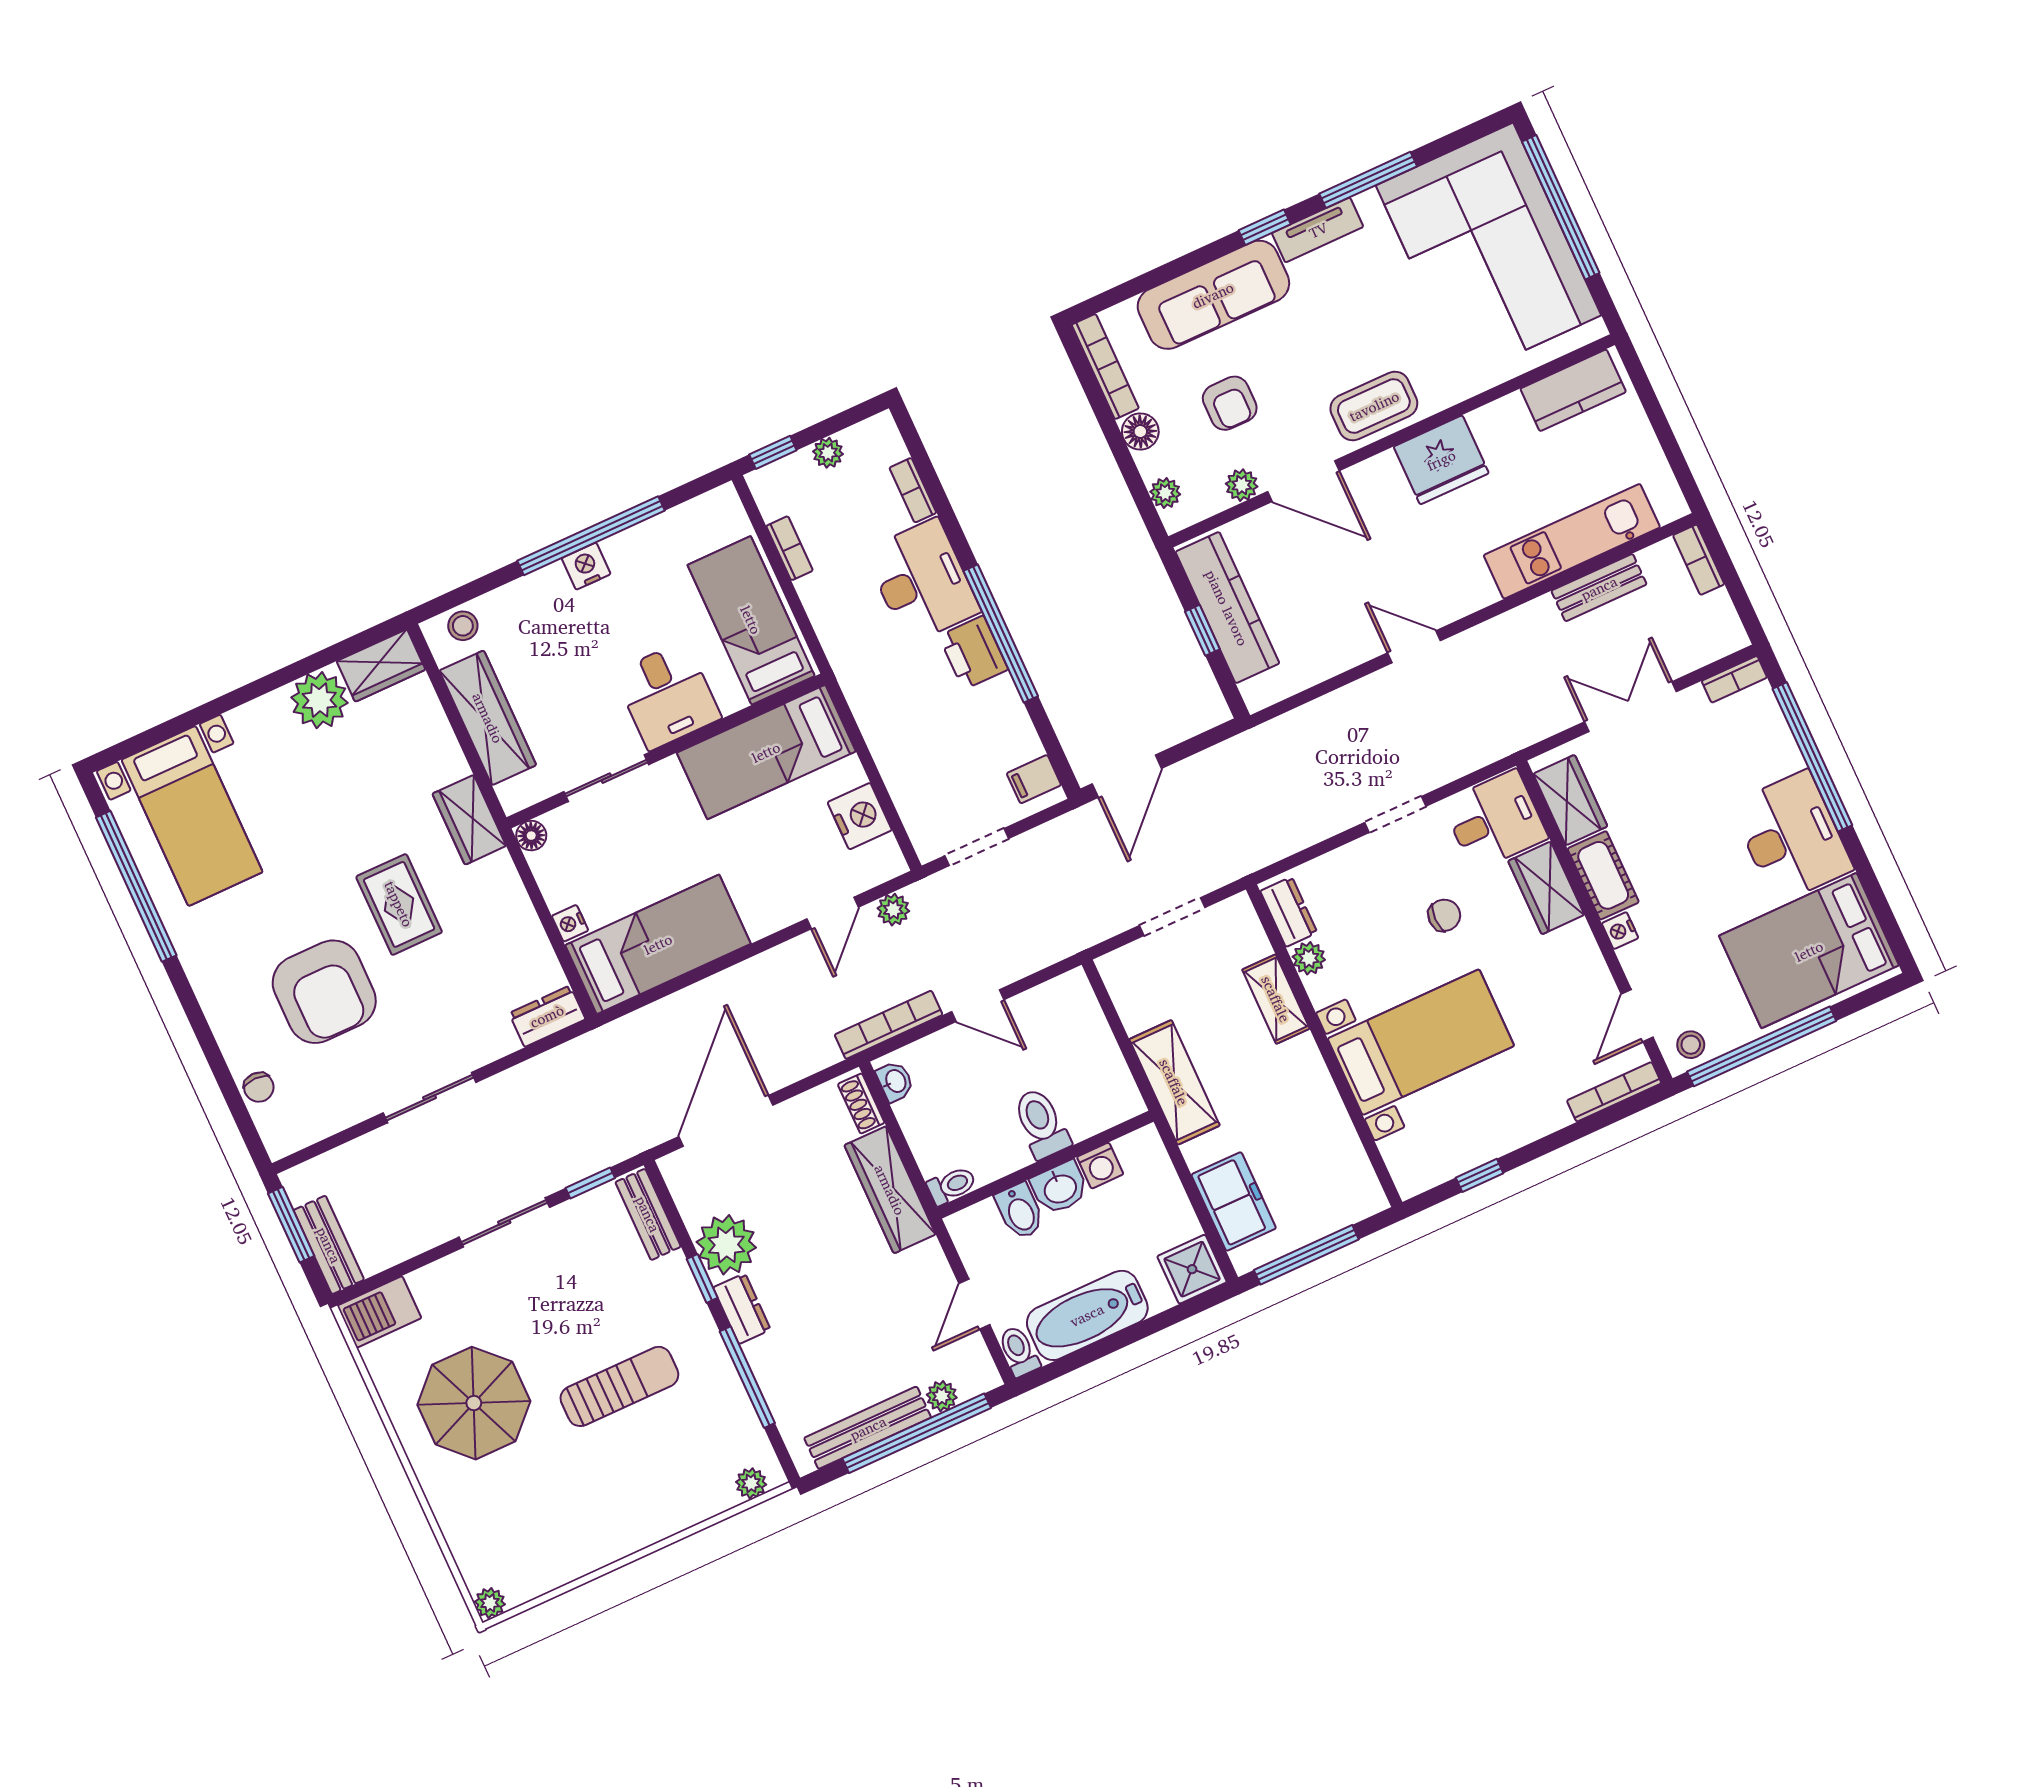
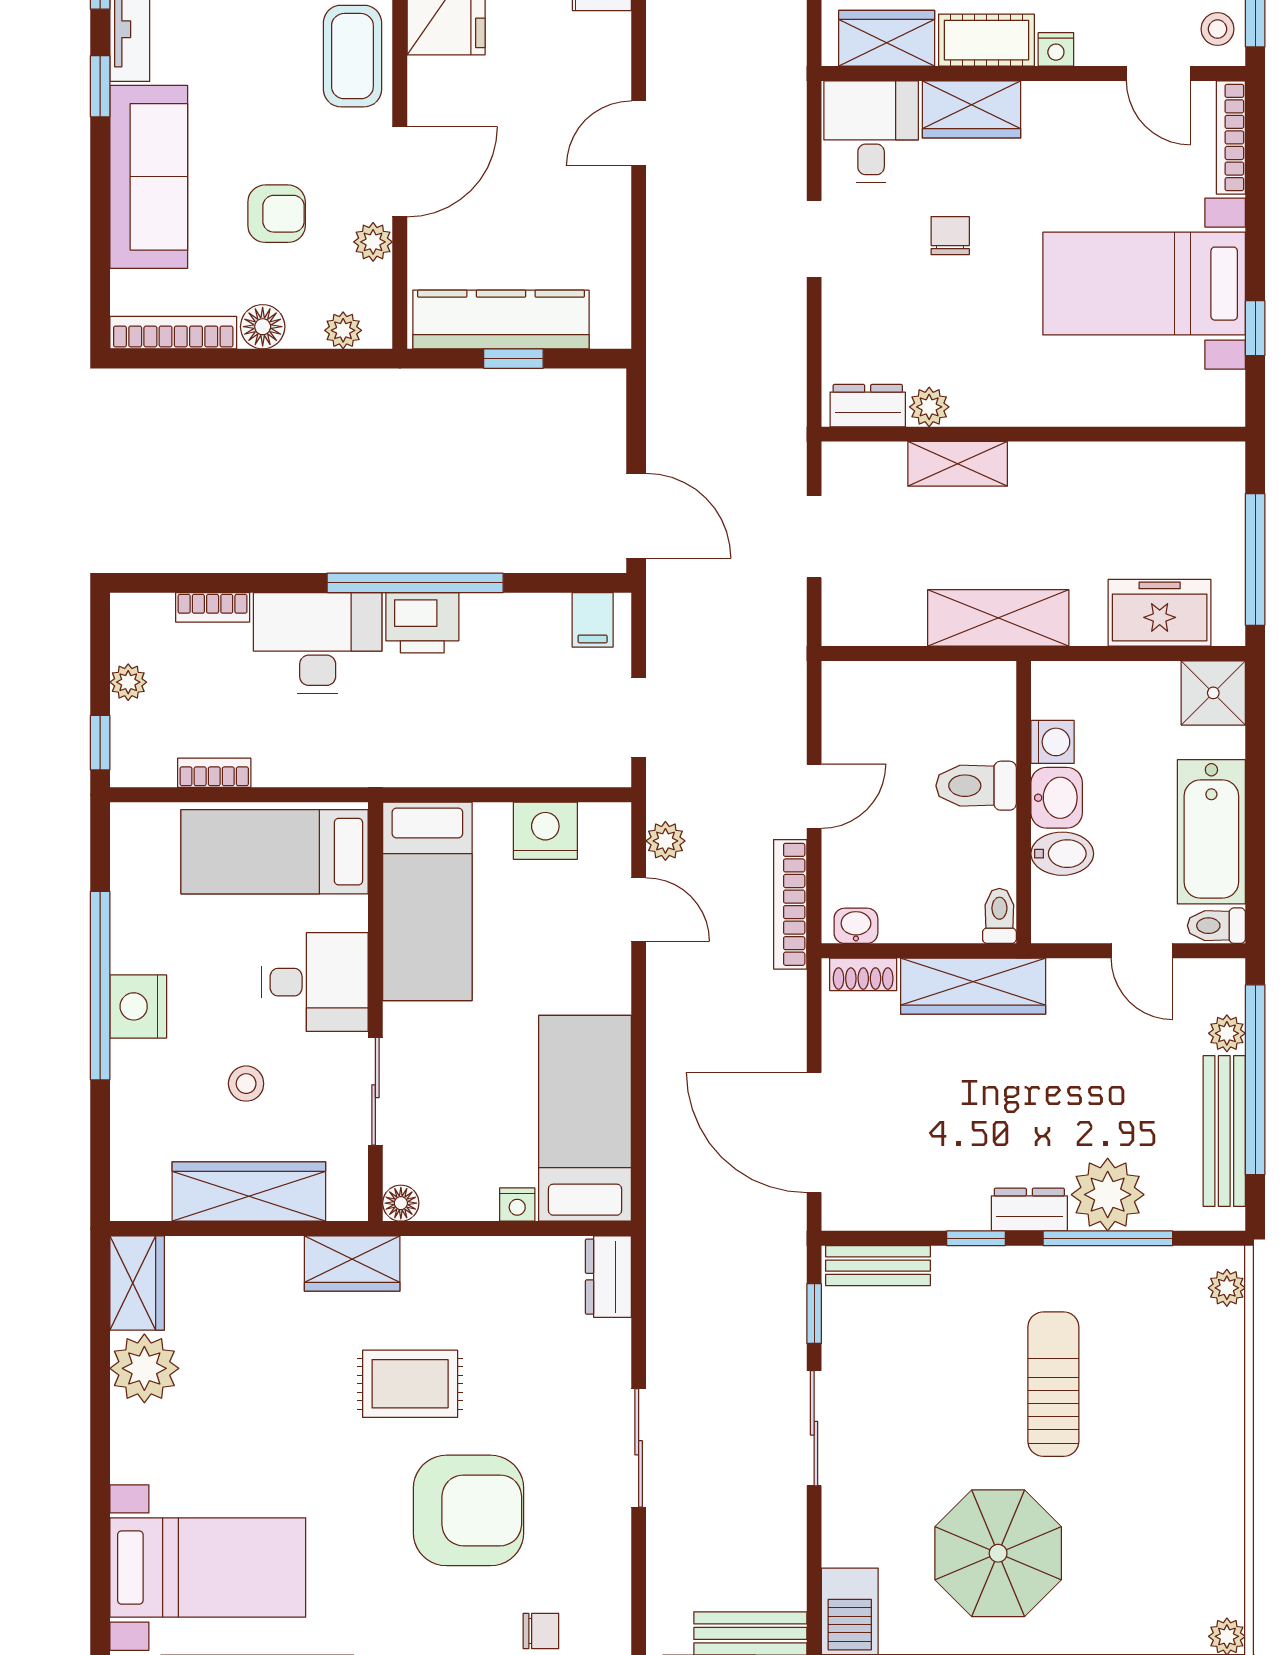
nightstand: (586, 566) -> (138, 1006), width x1.36, depth x1.33
stool: (463, 626) -> (246, 1084), moved
bed with nightstands: (1421, 1042) -> (1144, 284), moved, turned -90
plant: (726, 1245) -> (1108, 1195), moved

